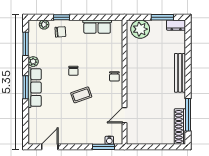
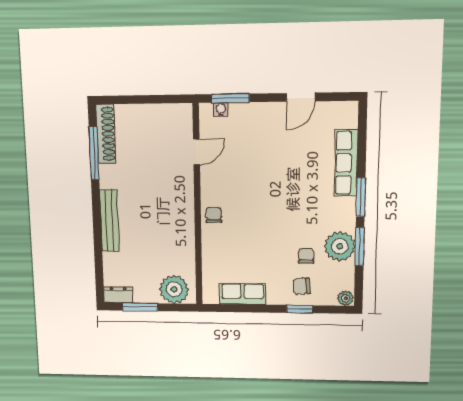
plant: (44, 25) -> (346, 298), moved
window: (26, 44) -> (360, 247), moved
plant: (33, 62) -> (340, 246), width x1.87, depth x1.87
chair: (73, 71) -> (306, 256), moved
row of seats: (35, 88) -> (346, 163), moved
coffee table: (81, 95) -> (268, 185), removed
door: (50, 147) -> (301, 97), moved

